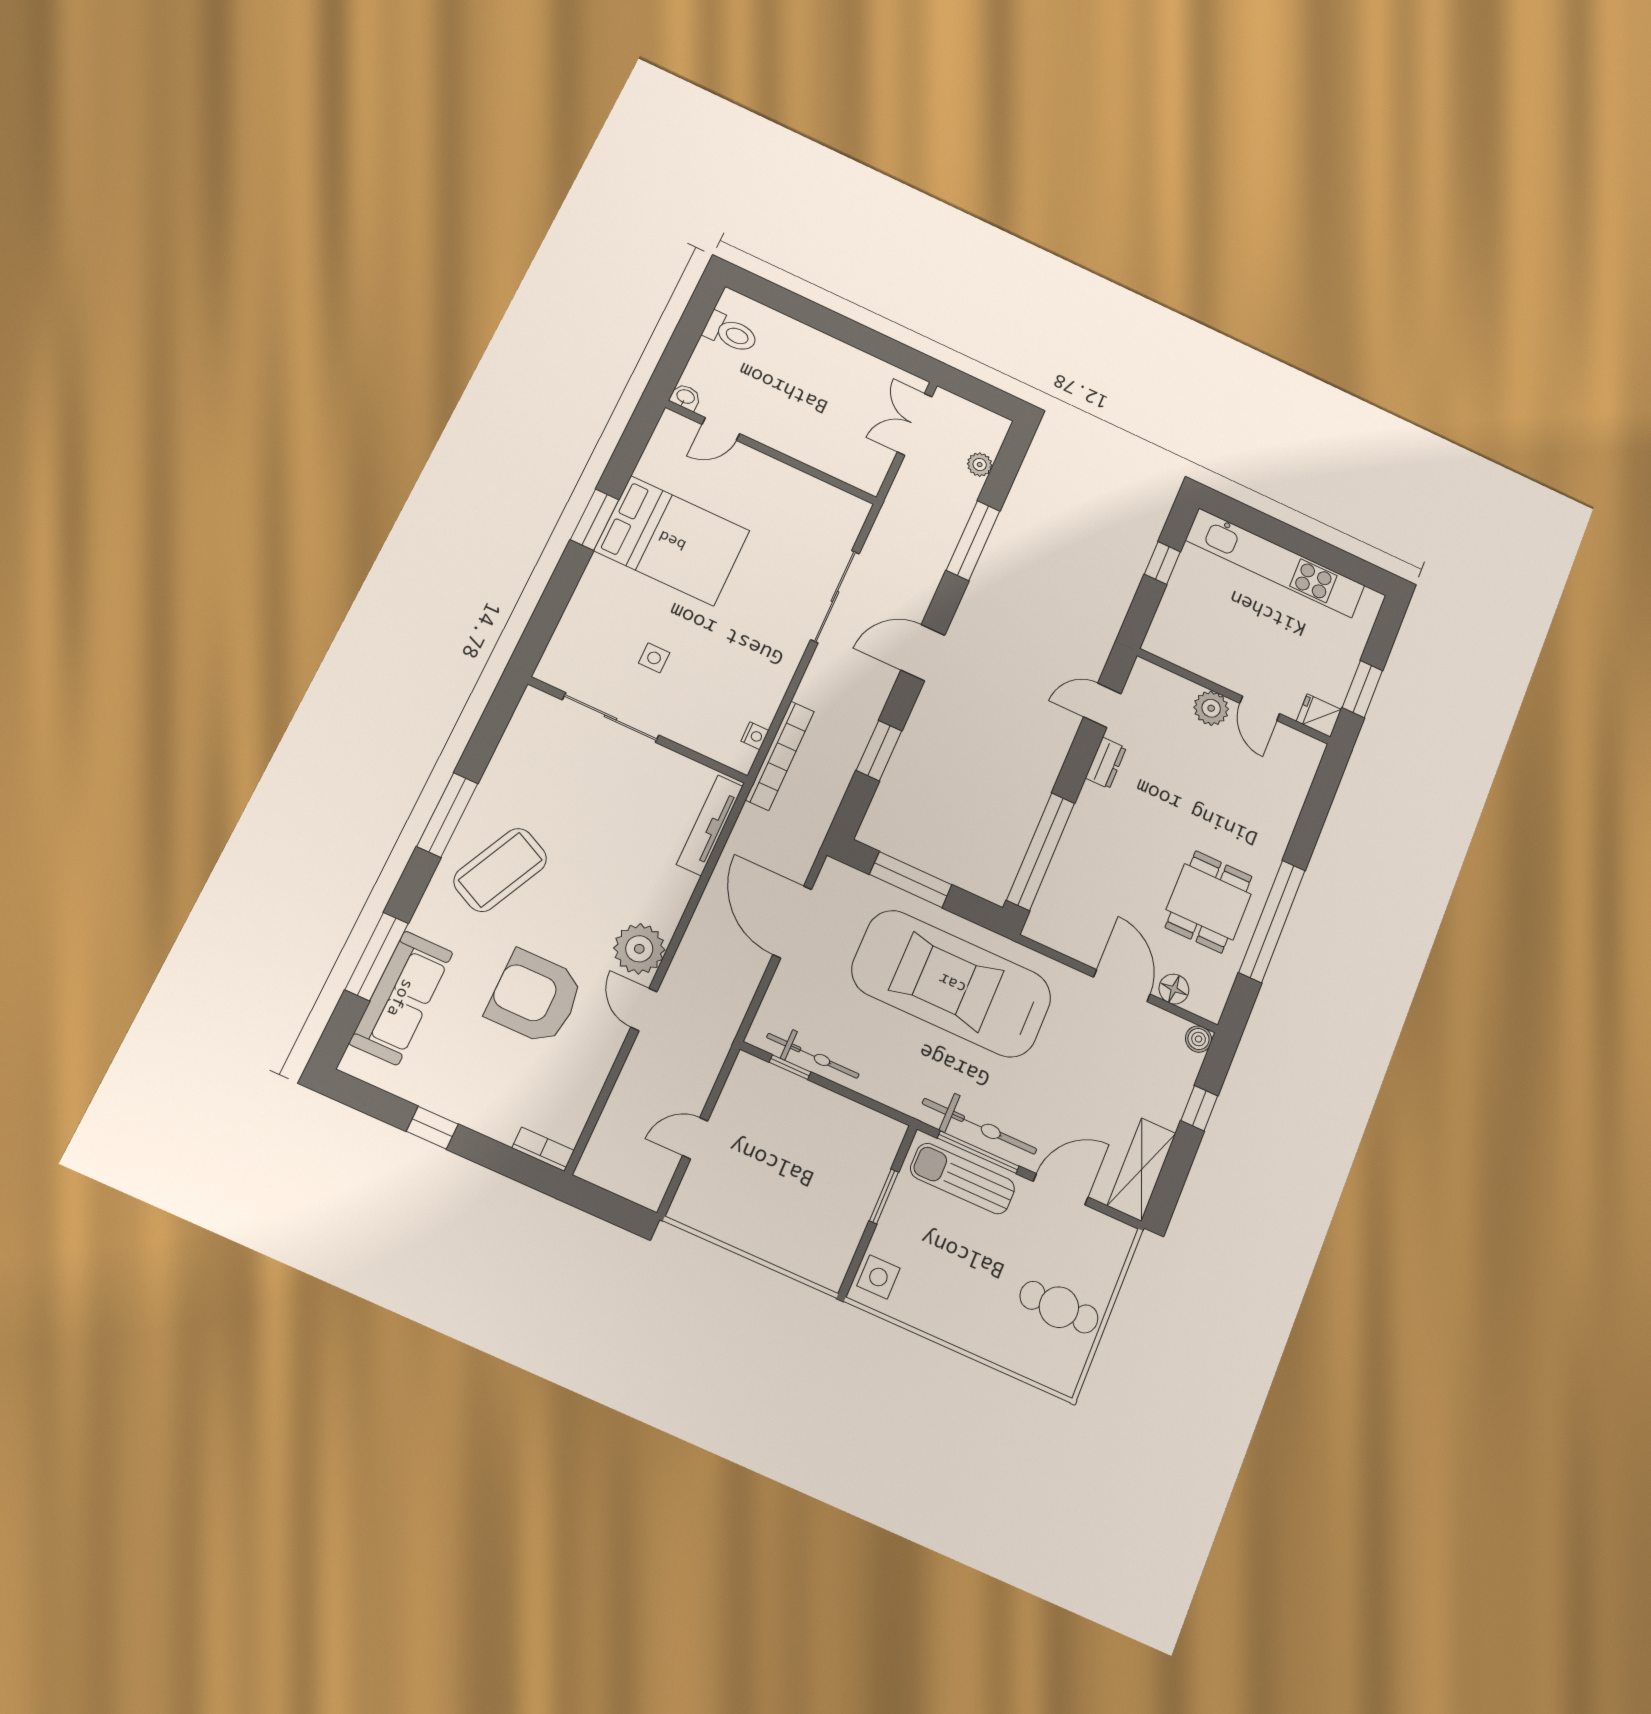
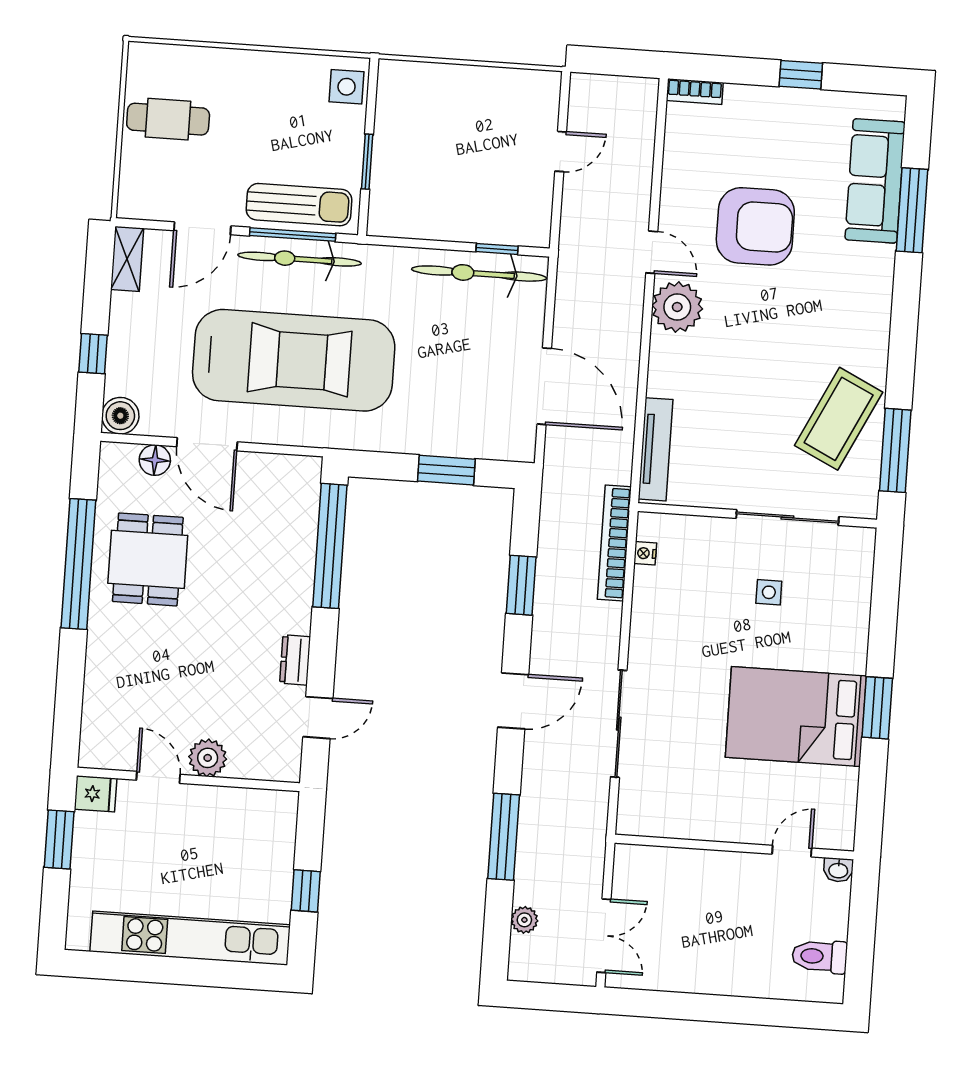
window: (447, 815) -> (895, 450), moved
coffee table: (500, 870) -> (839, 419), moved
window: (911, 880) -> (446, 470), width x0.69
car: (952, 984) -> (294, 360), moved
boiler: (1199, 1039) -> (120, 416), width x1.36, depth x1.36
bicycle: (813, 1056) -> (479, 274), width x1.37, depth x1.40
shelving: (1142, 1169) -> (127, 259), width x0.67, depth x0.75

